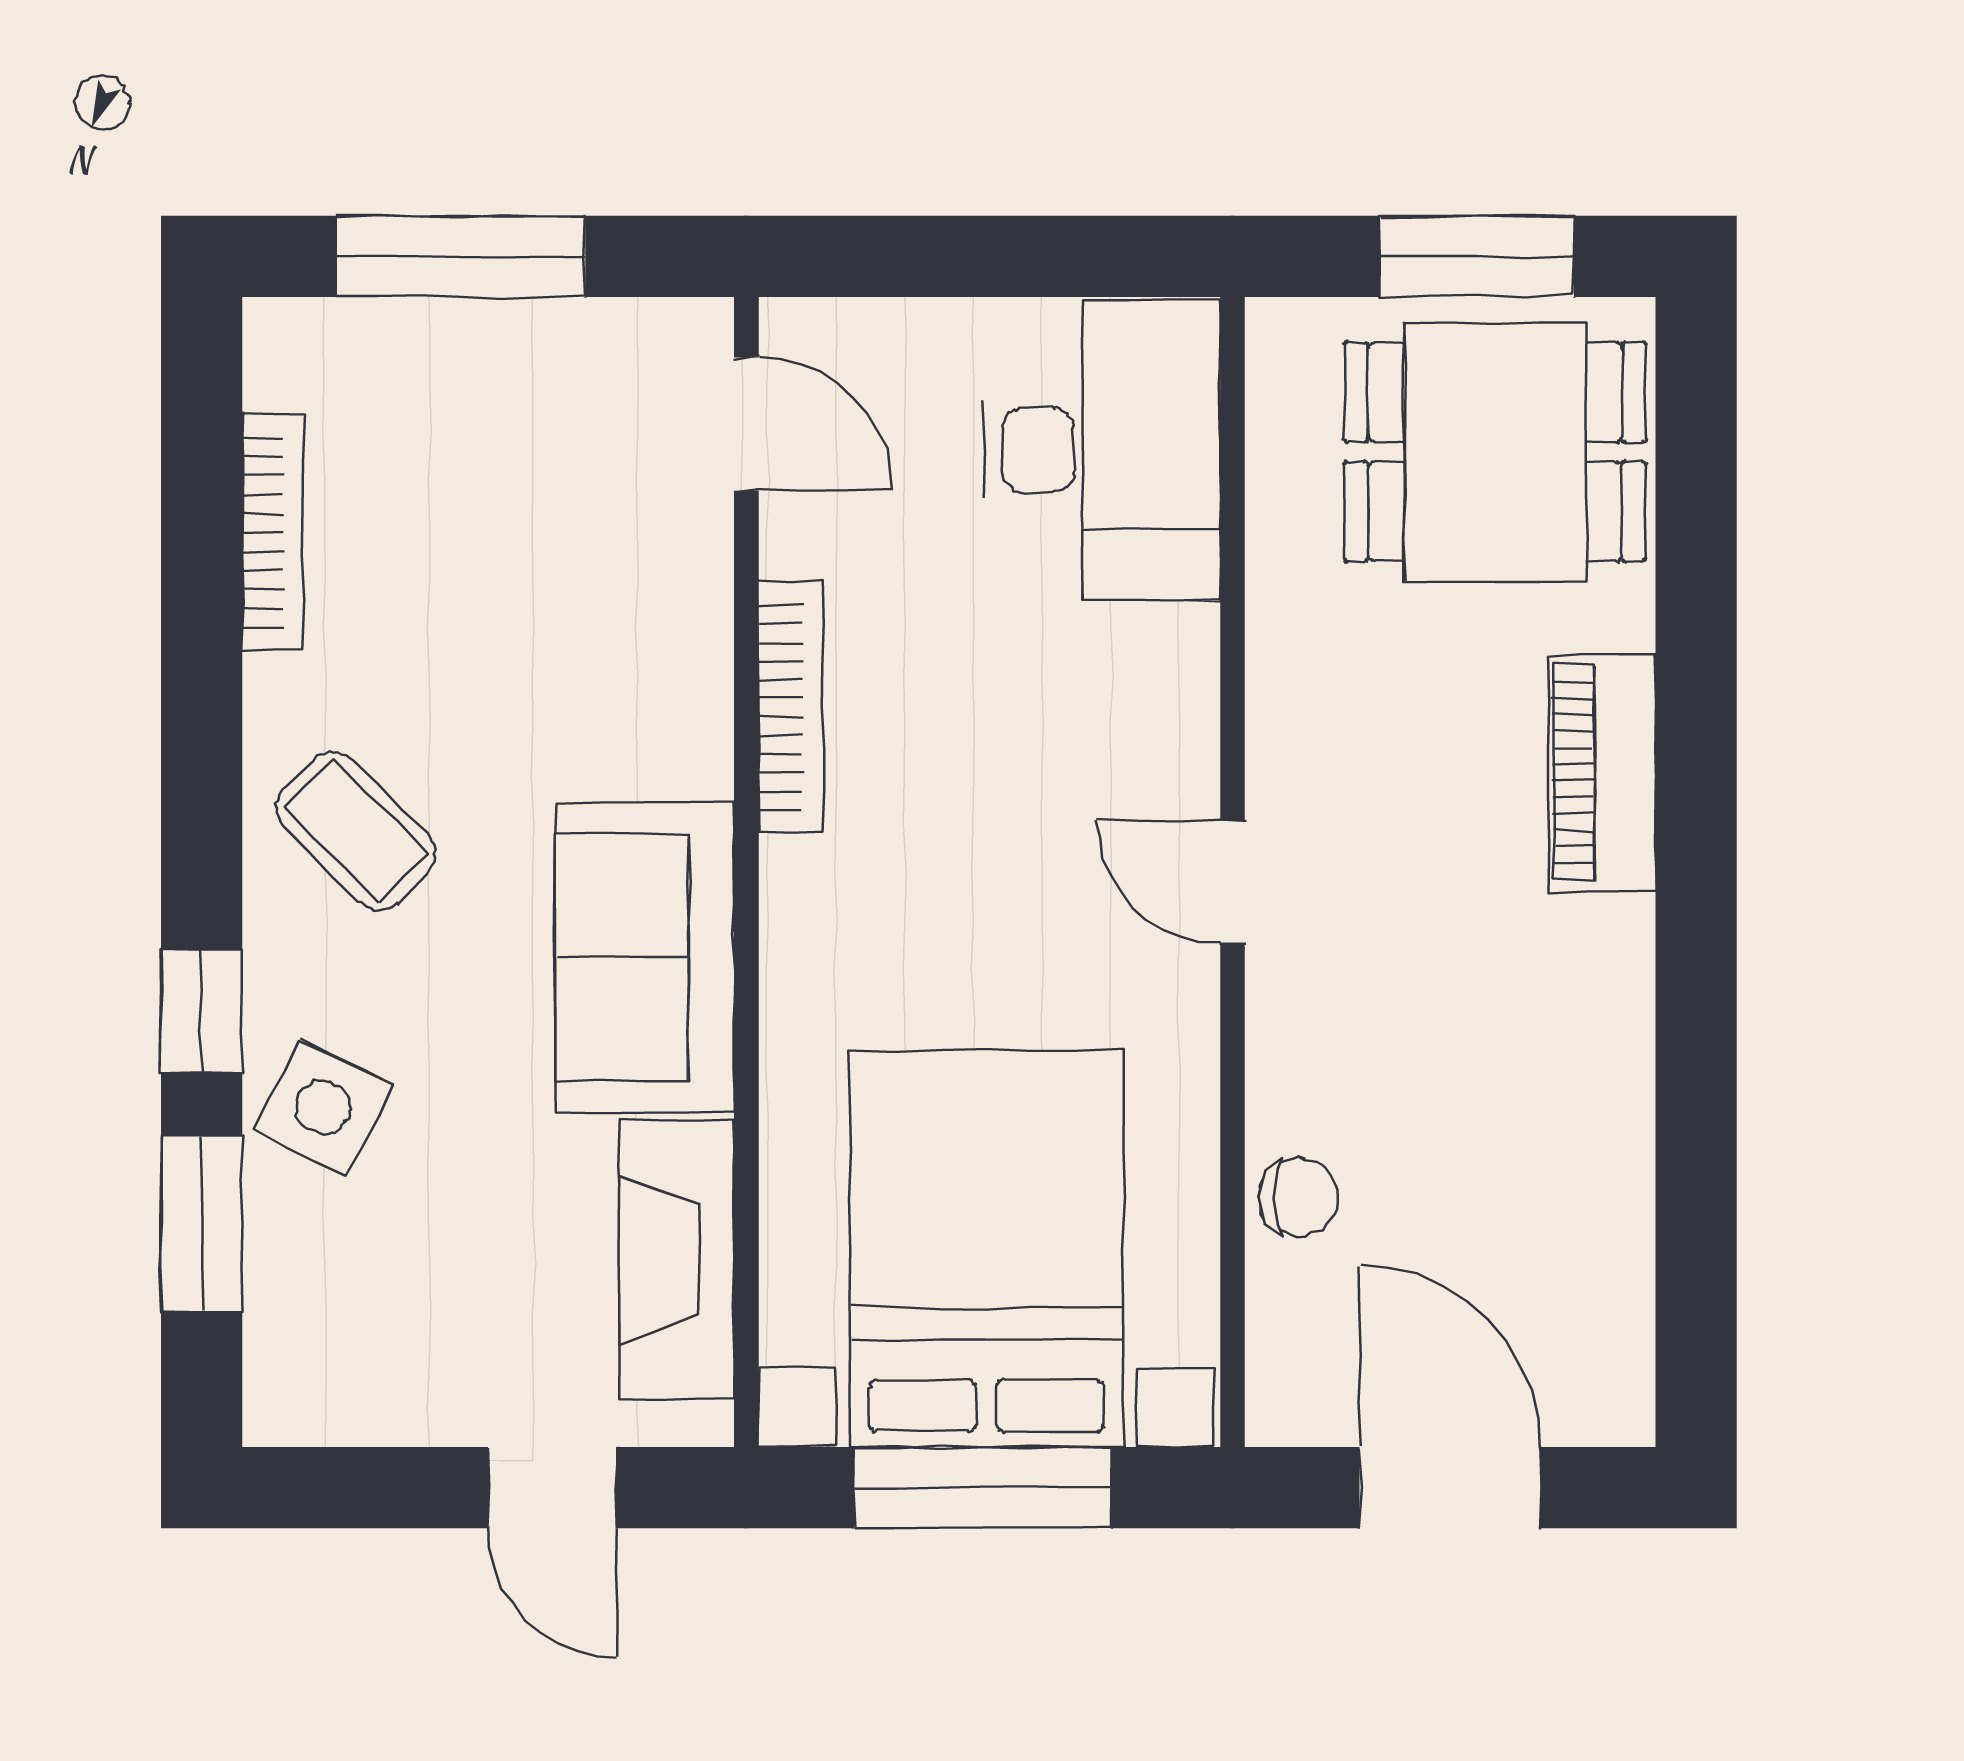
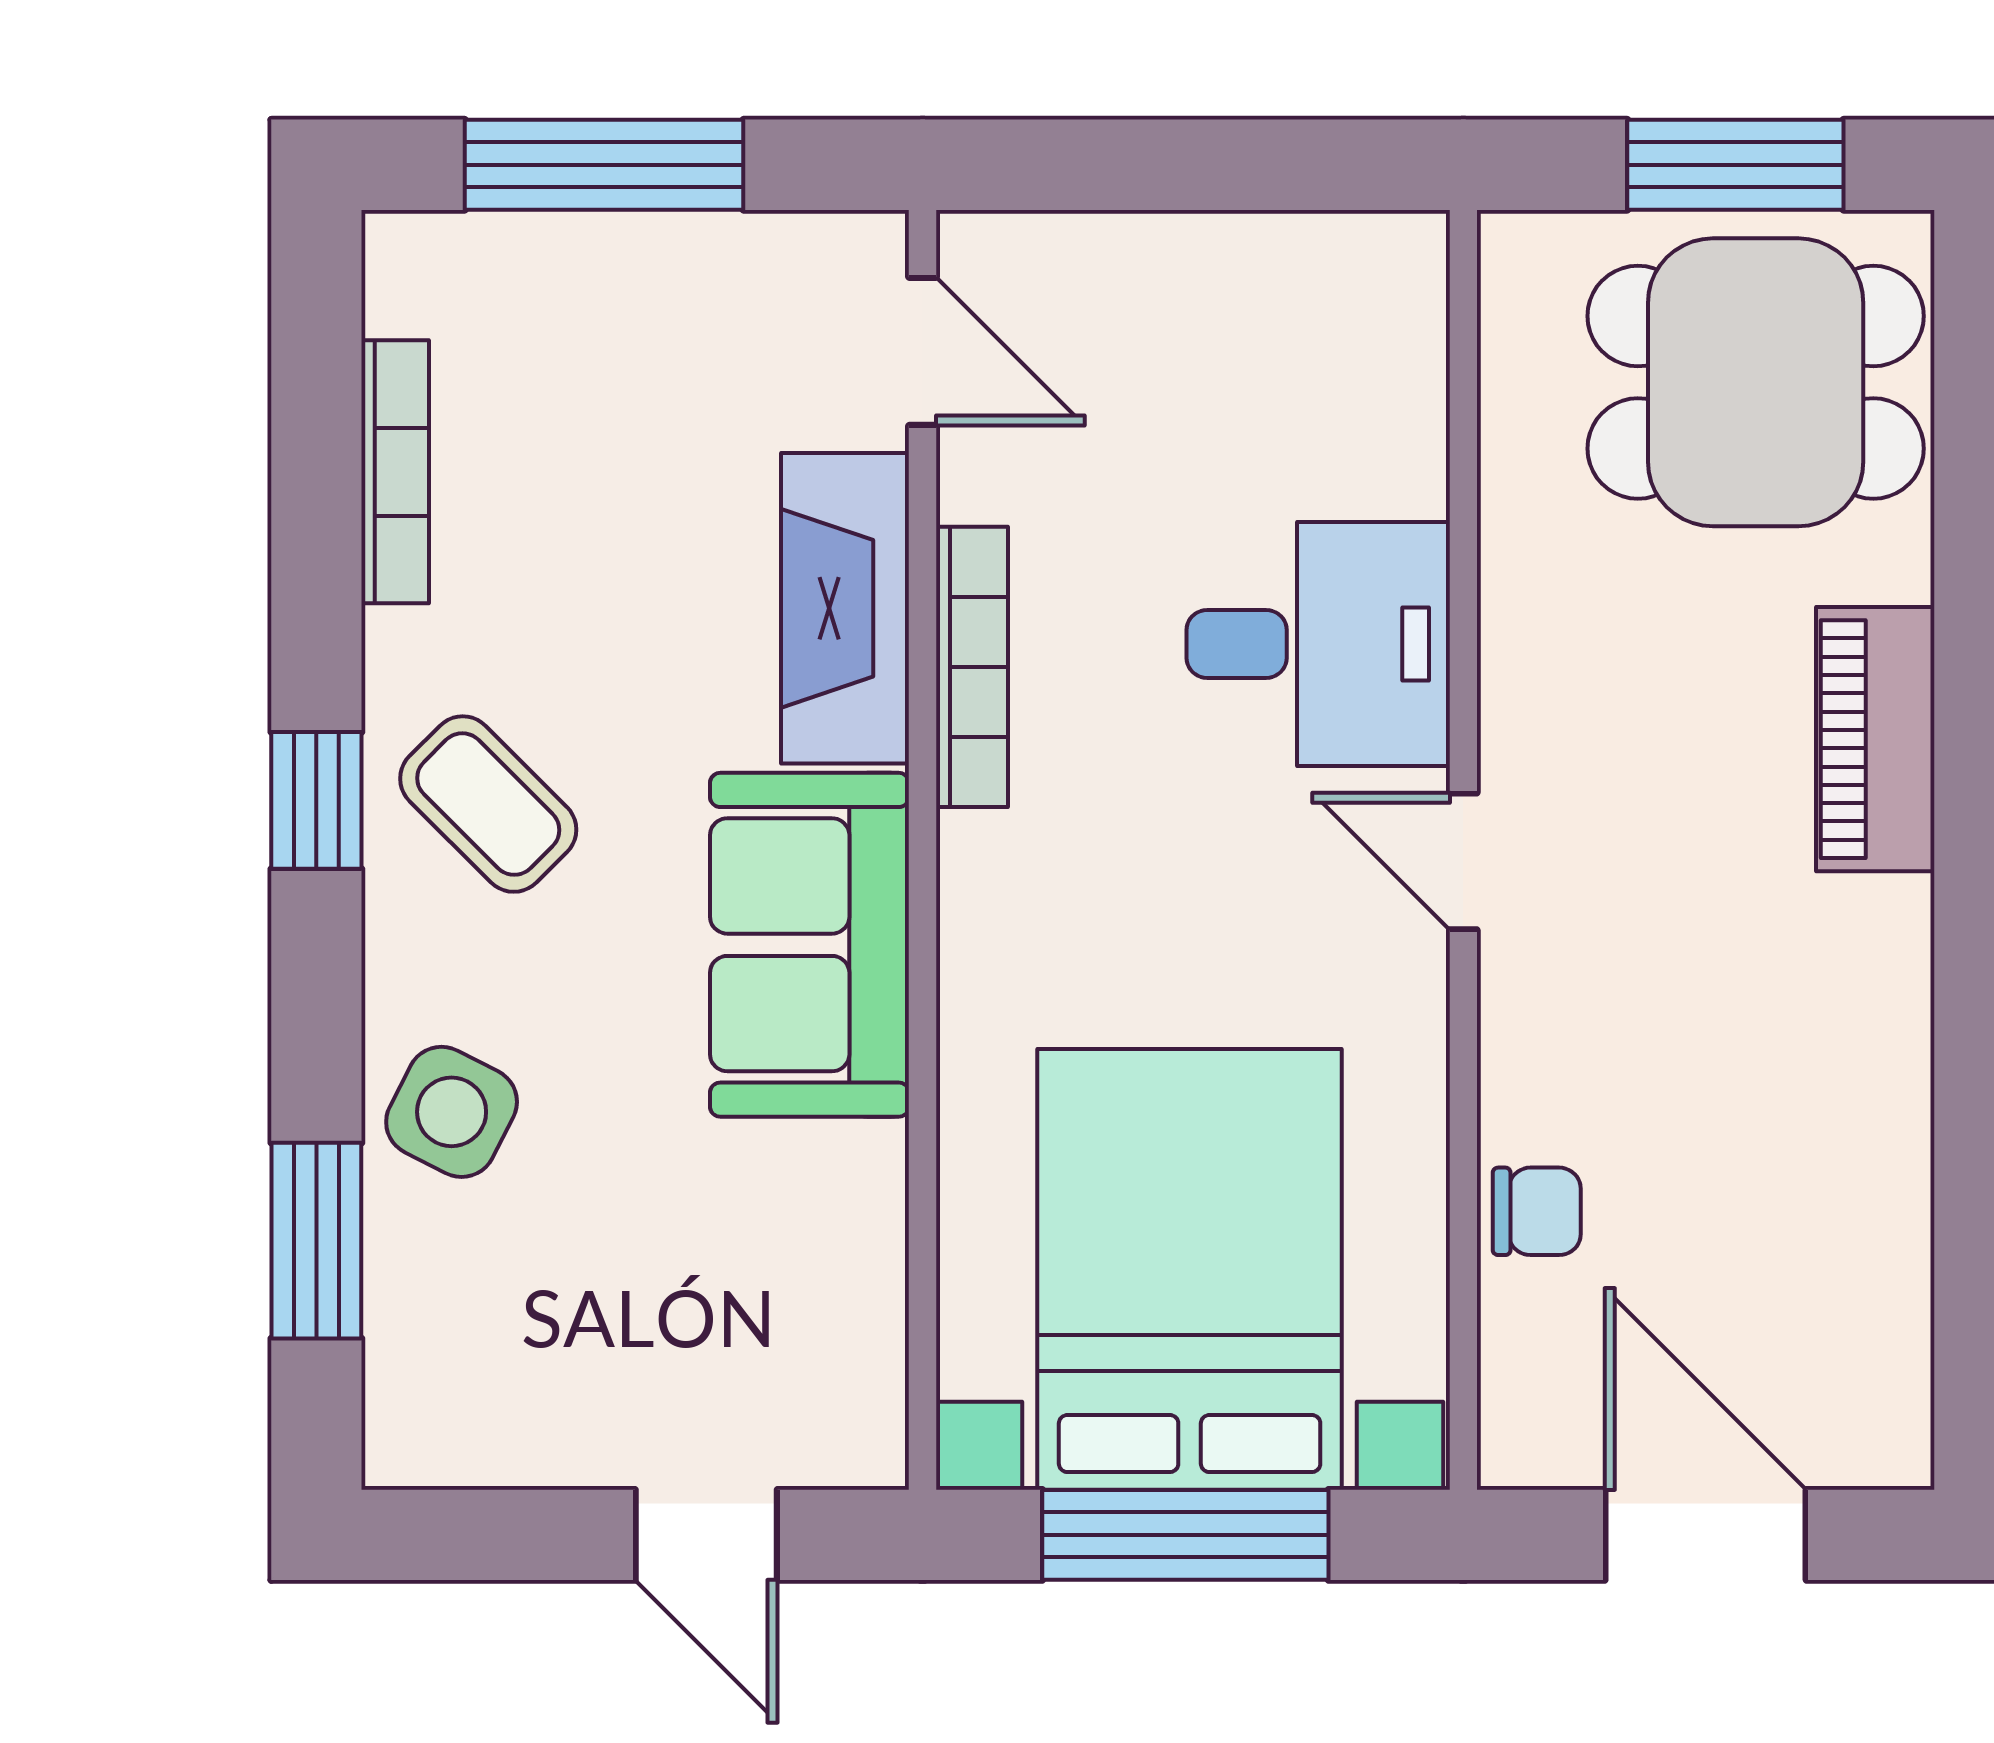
desk: (1102, 450) -> (1318, 644), moved, width x0.73
window: (202, 1011) -> (316, 800), moved
fireplace: (677, 1260) -> (845, 608), moved

